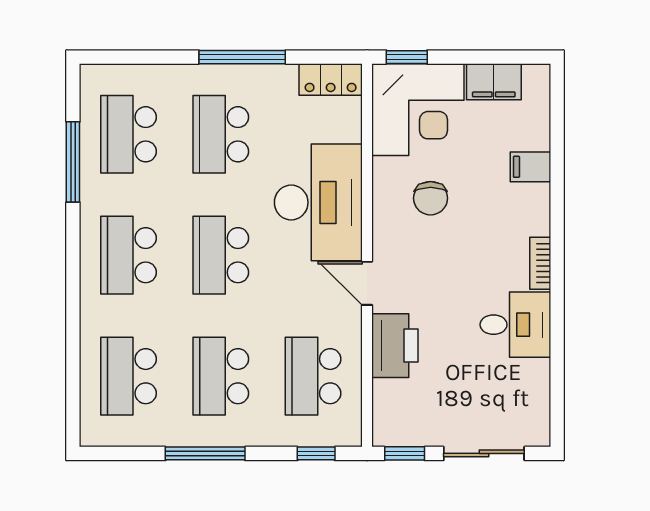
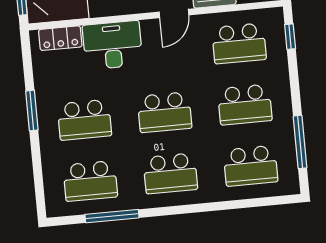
window: (242, 57) -> (32, 110), width x0.69
locker: (331, 79) -> (60, 38), moved, turned 90
desk: (318, 202) -> (113, 45), width x0.73, depth x0.77
window: (205, 453) -> (300, 142), moved

